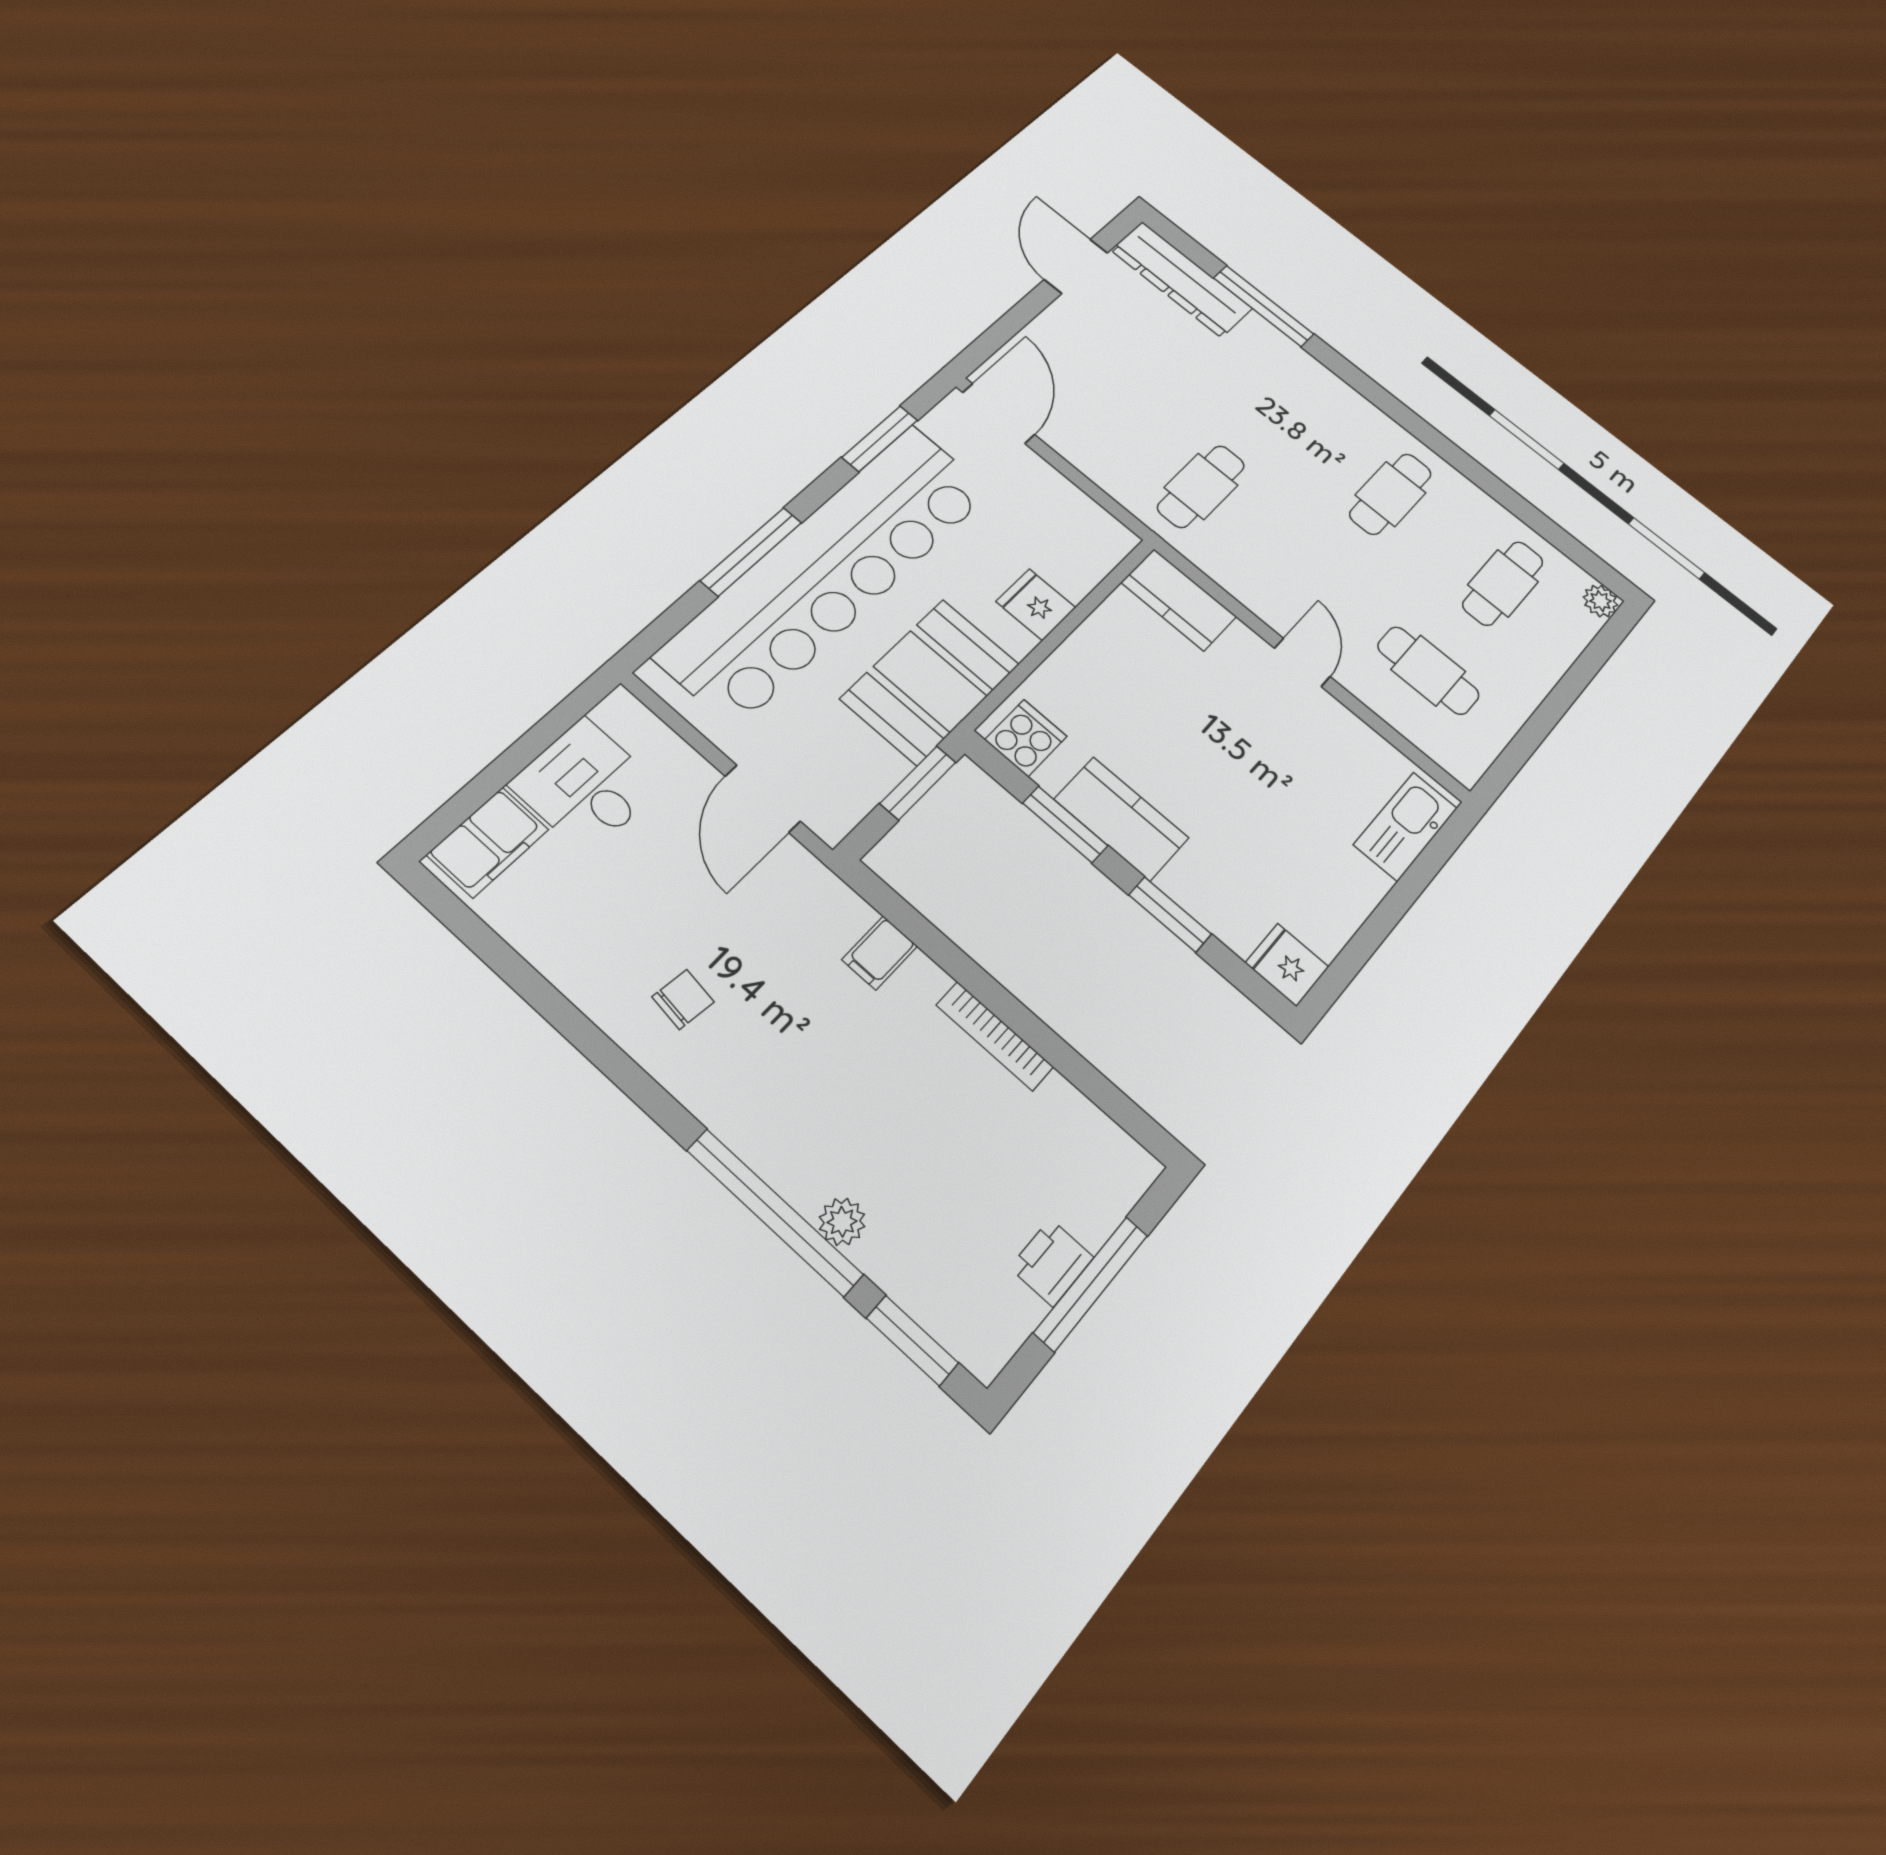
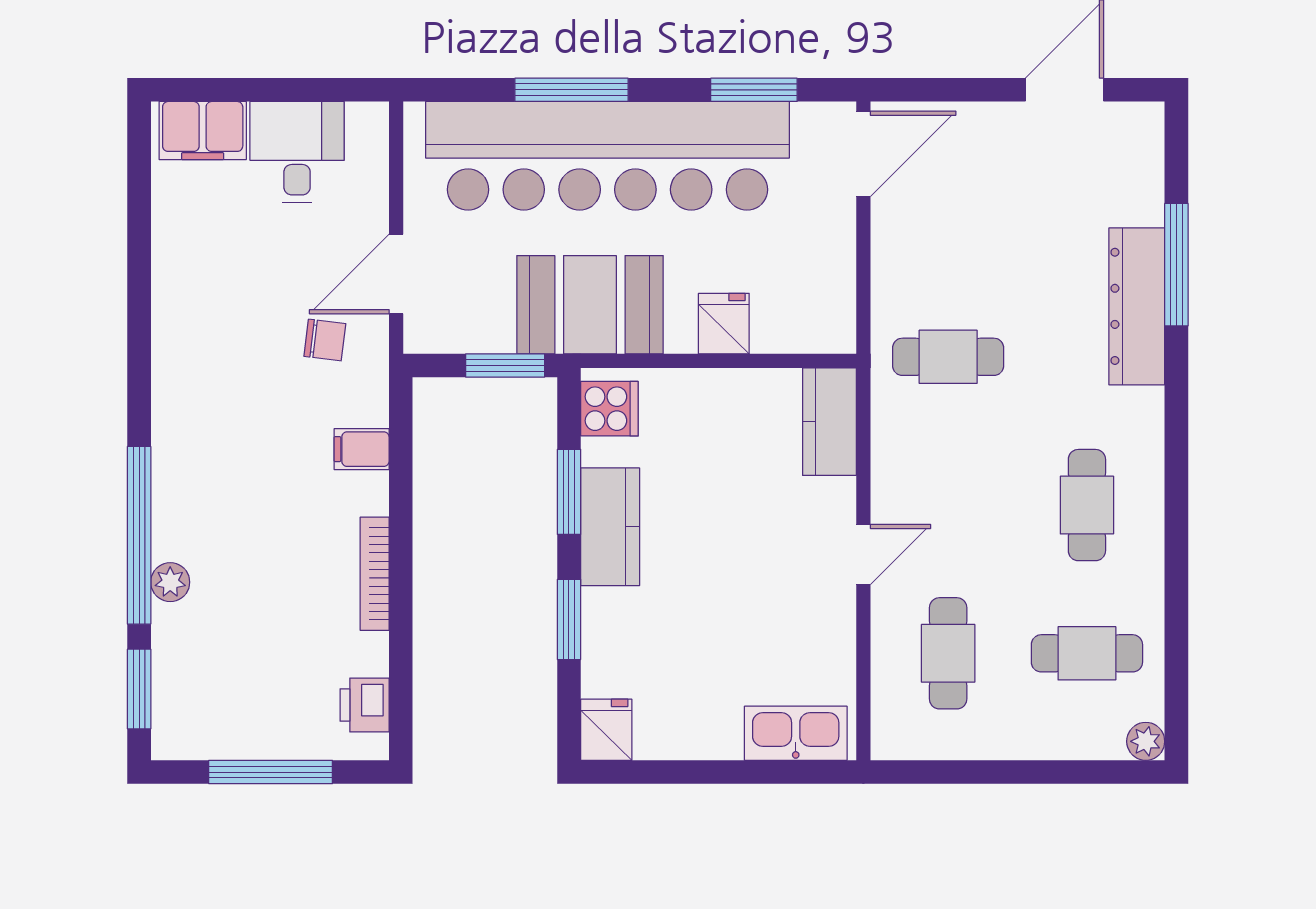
dresser: (1181, 279) -> (1137, 306), moved
cafe table: (1391, 494) -> (1087, 505), turned 90
chair: (683, 999) -> (325, 340), moved
printer: (1052, 1262) -> (365, 705), moved, turned -90

